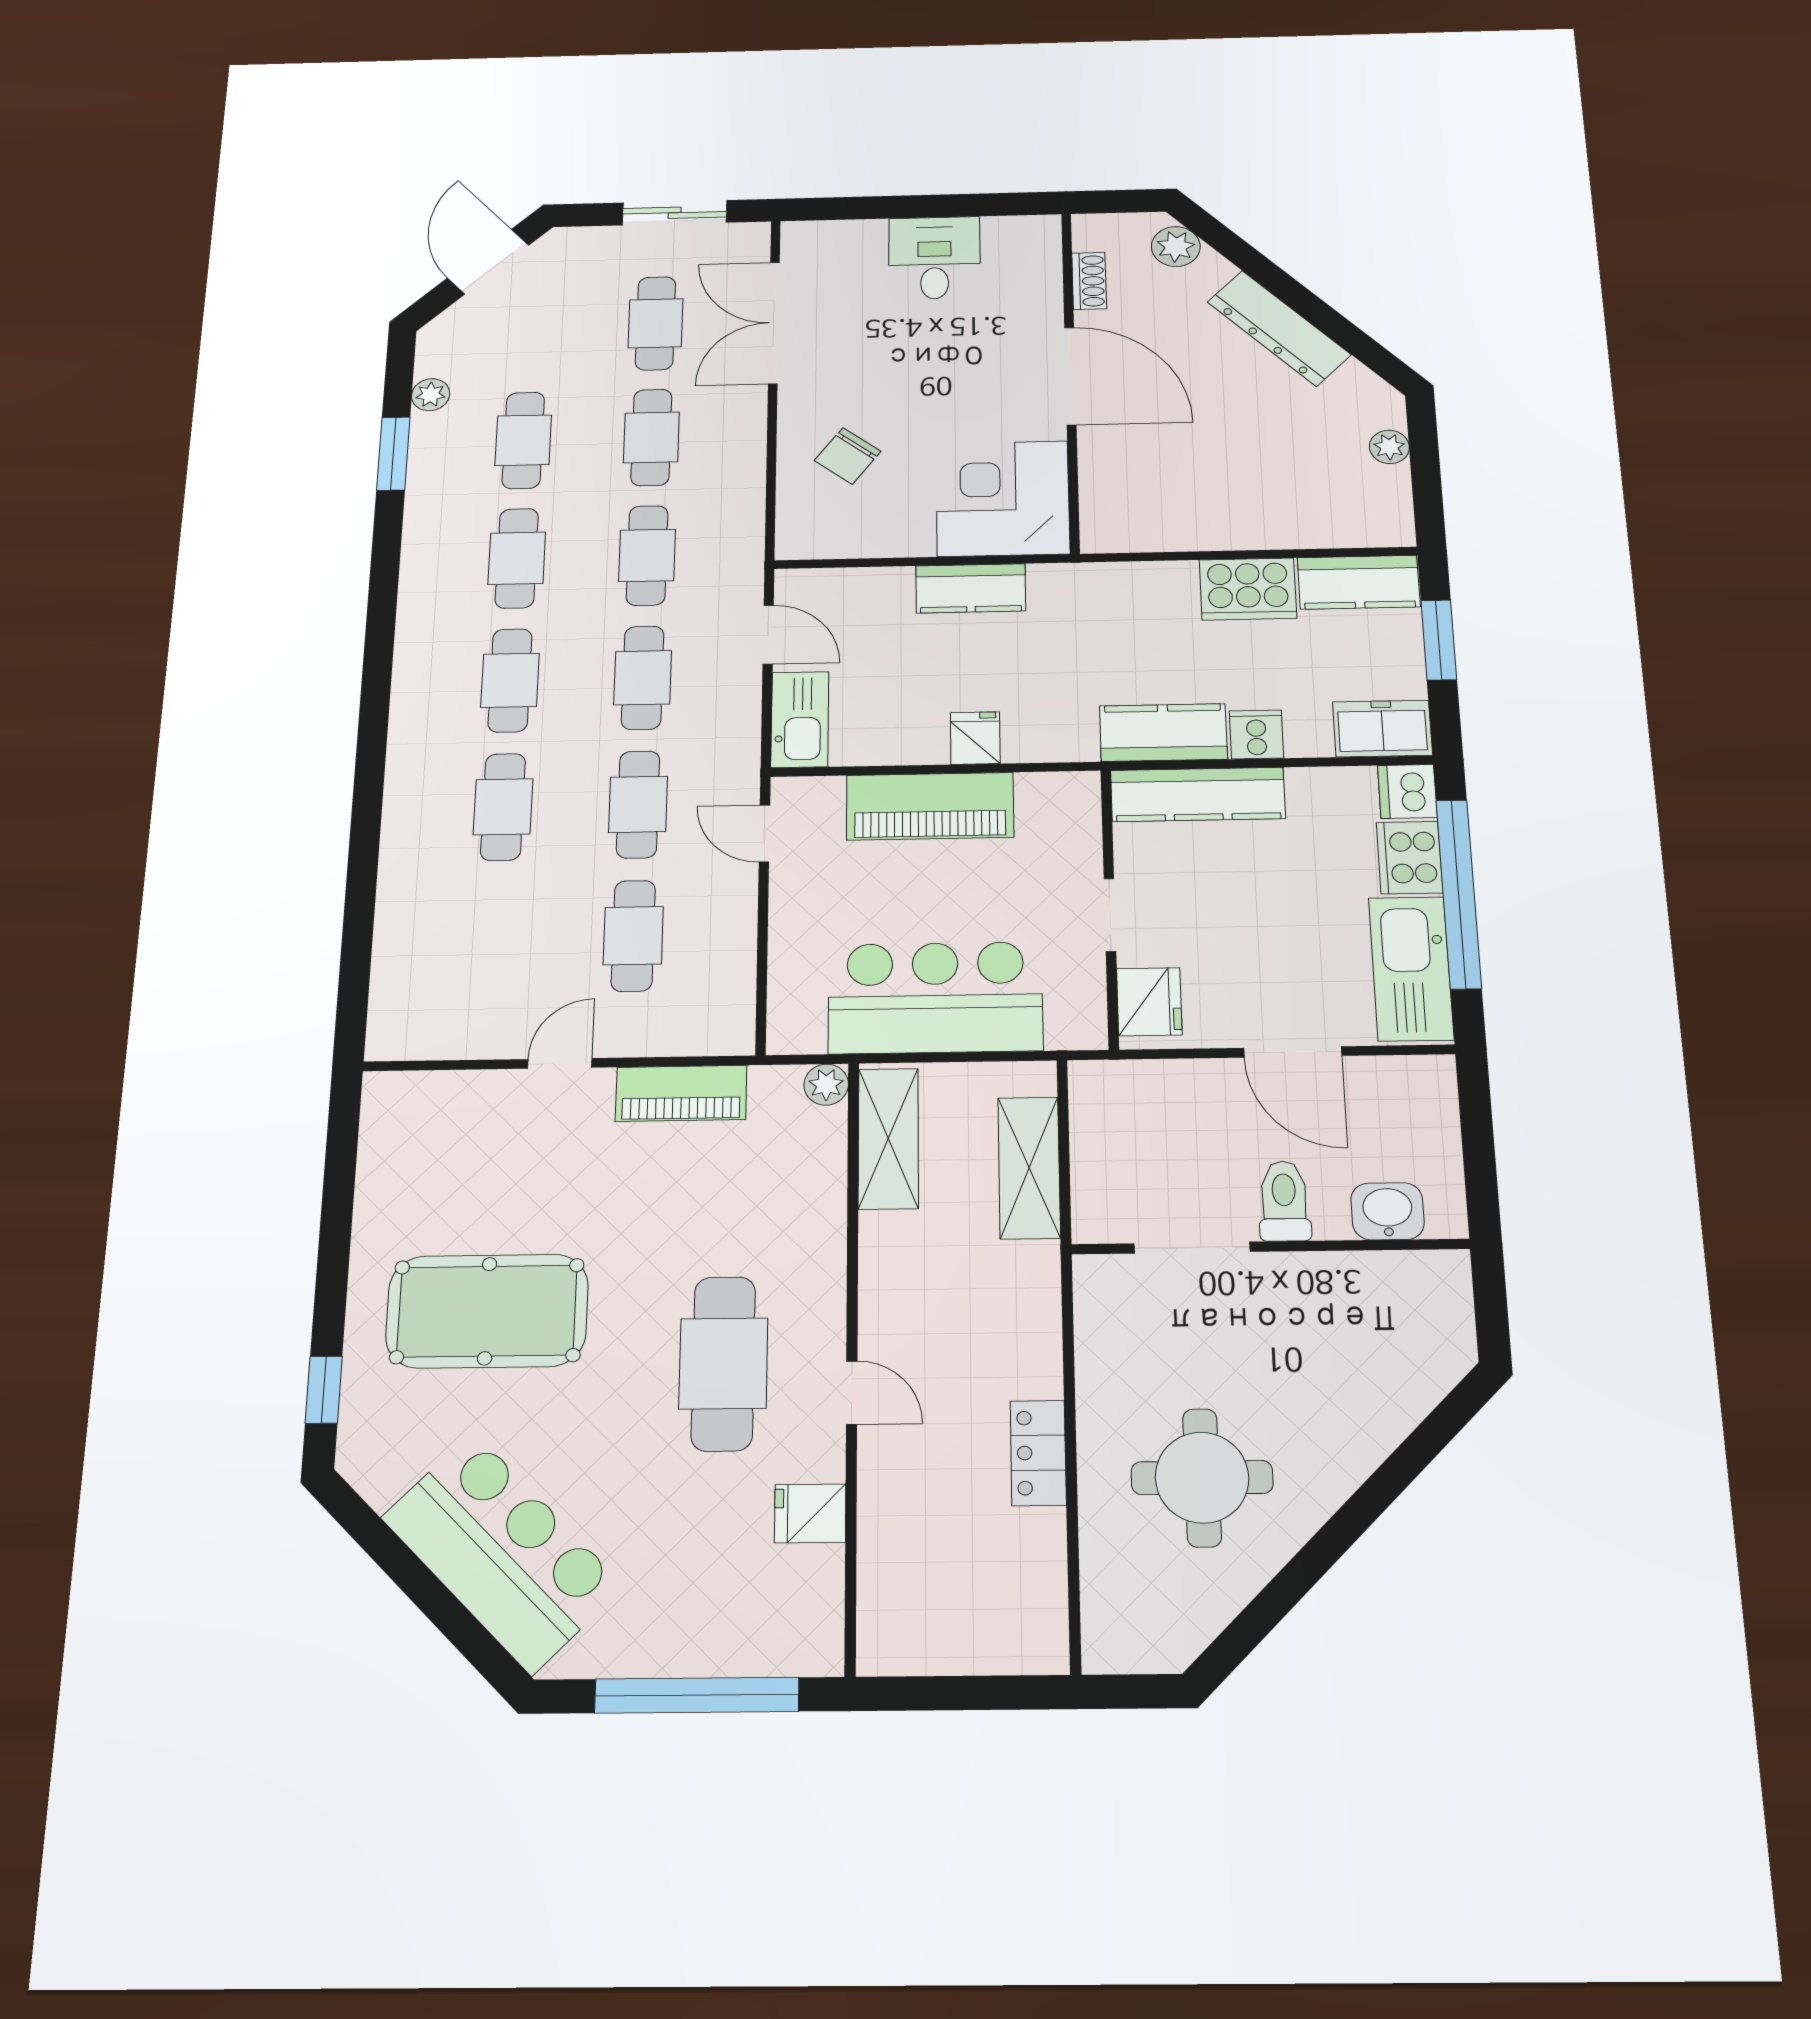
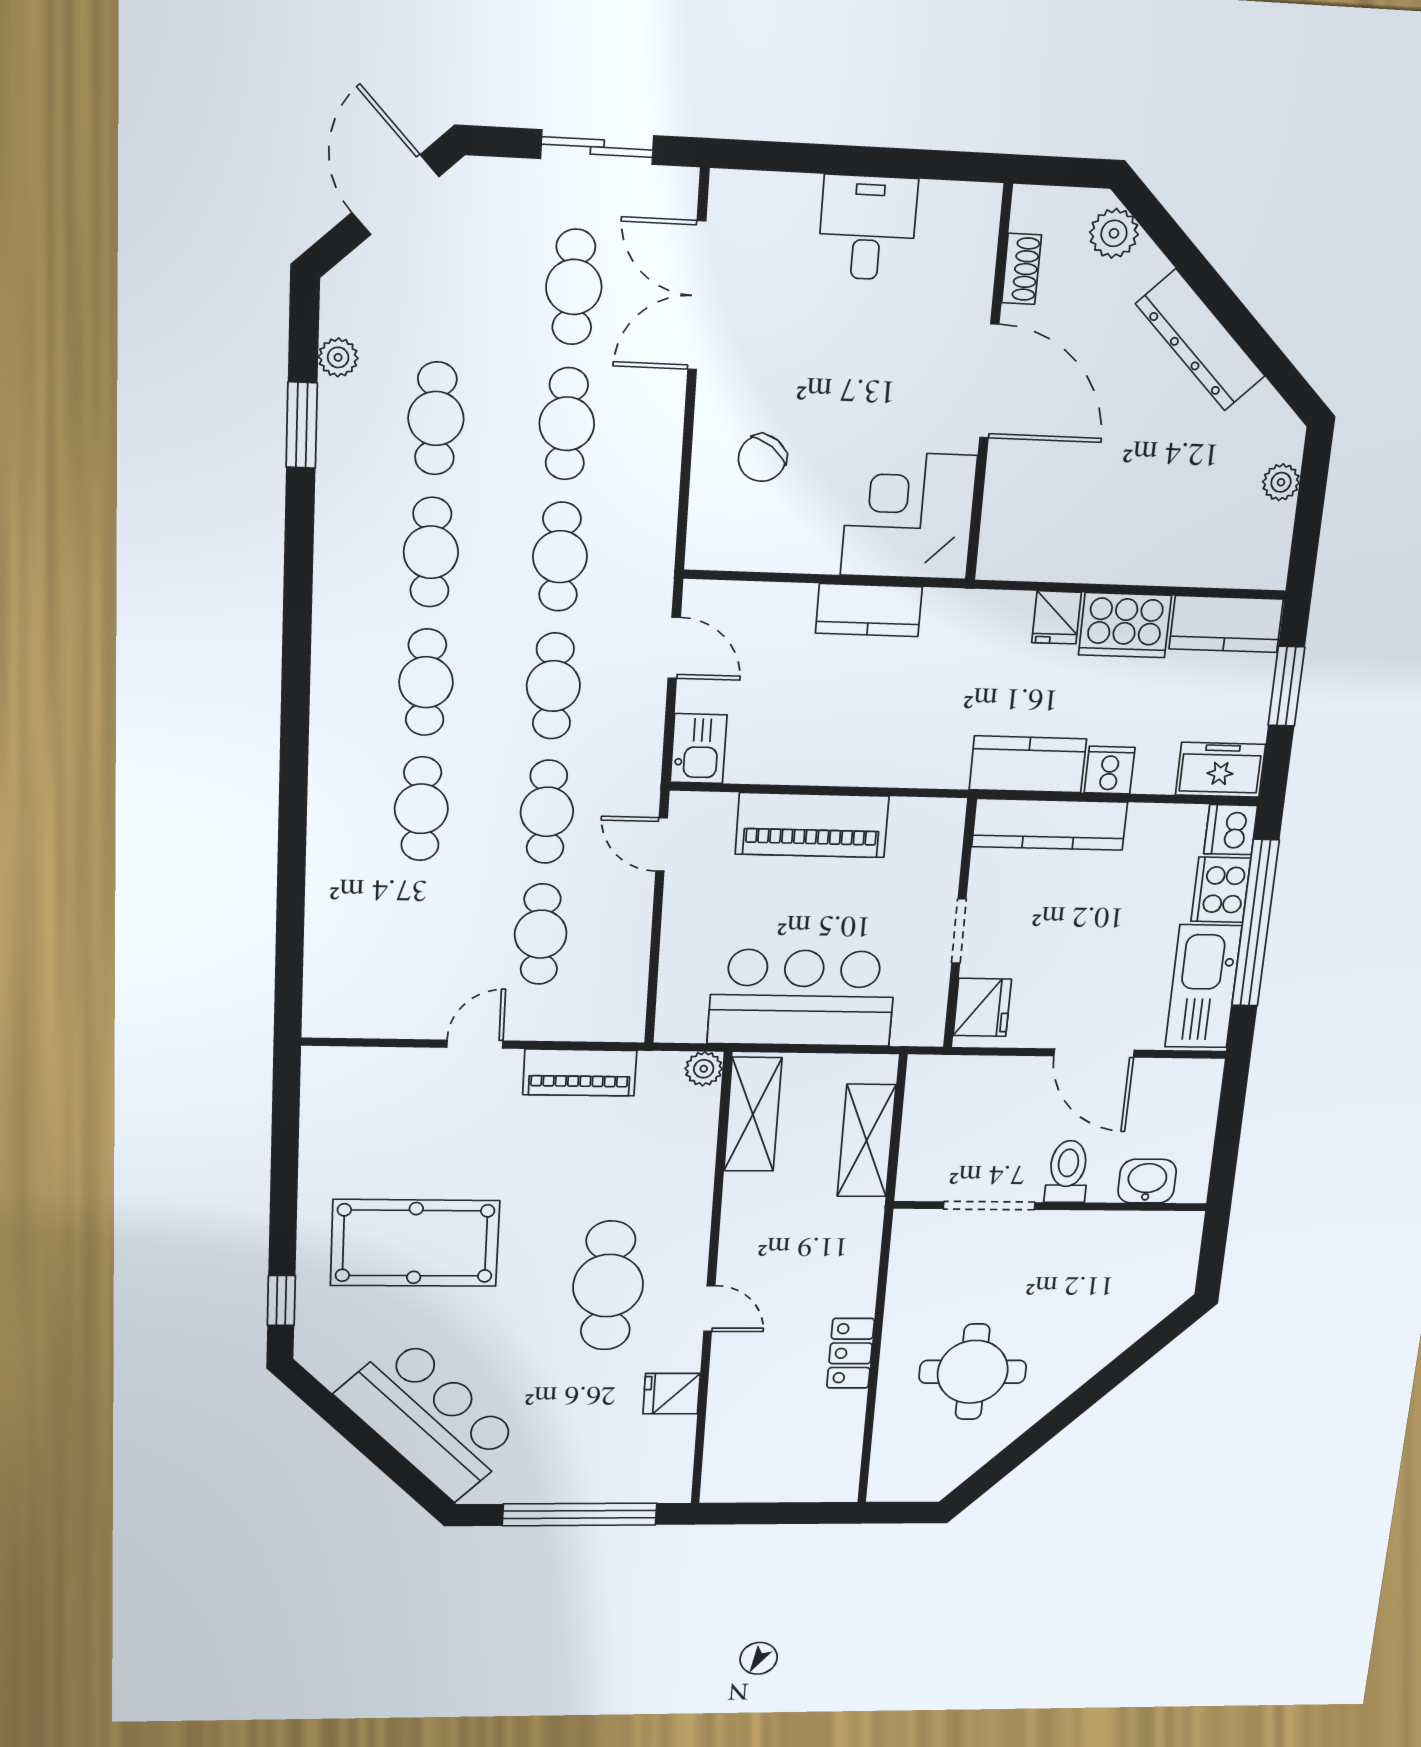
kitchen sink: (800, 719) -> (699, 749), width x0.73
fridge: (975, 738) -> (1057, 617), moved, turned 180

